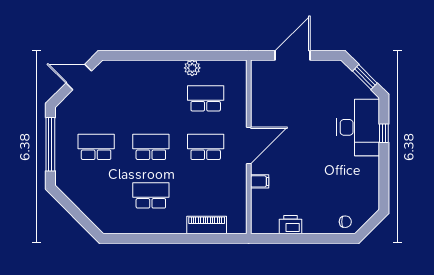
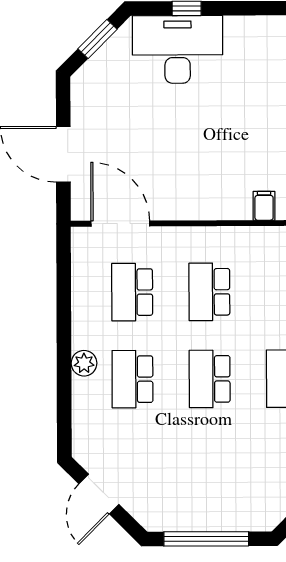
plant: (192, 68) -> (84, 363), moved
door: (249, 146) -> (120, 224), moved
school desk: (96, 147) -> (132, 379), moved

